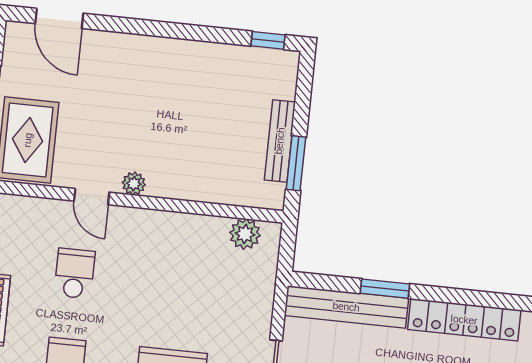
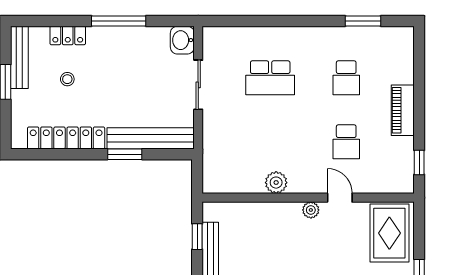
window: (296, 163) -> (197, 237), width x0.67
plant: (245, 234) -> (276, 183), moved

